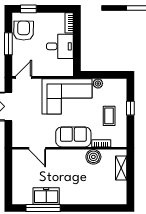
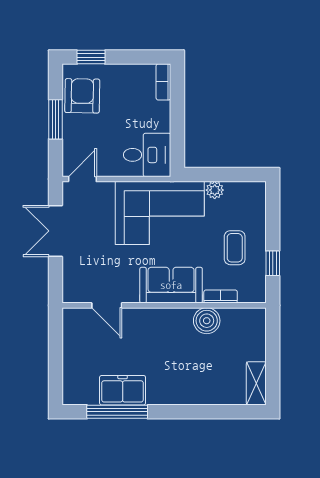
desk: (60, 46) -> (147, 155), moved
window: (130, 108) -> (273, 263), moved
shelving: (121, 168) -> (256, 383), moved

